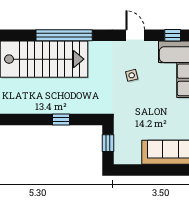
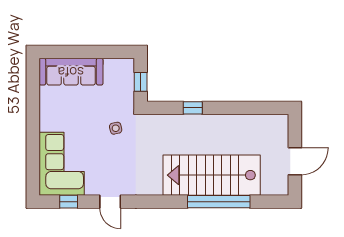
window: (64, 35) -> (219, 202), moved
side table: (132, 75) -> (116, 128), moved

